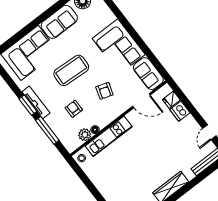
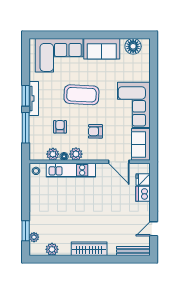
armchair: (104, 91) -> (95, 131), turned 72
plant: (103, 121) -> (76, 154), added

